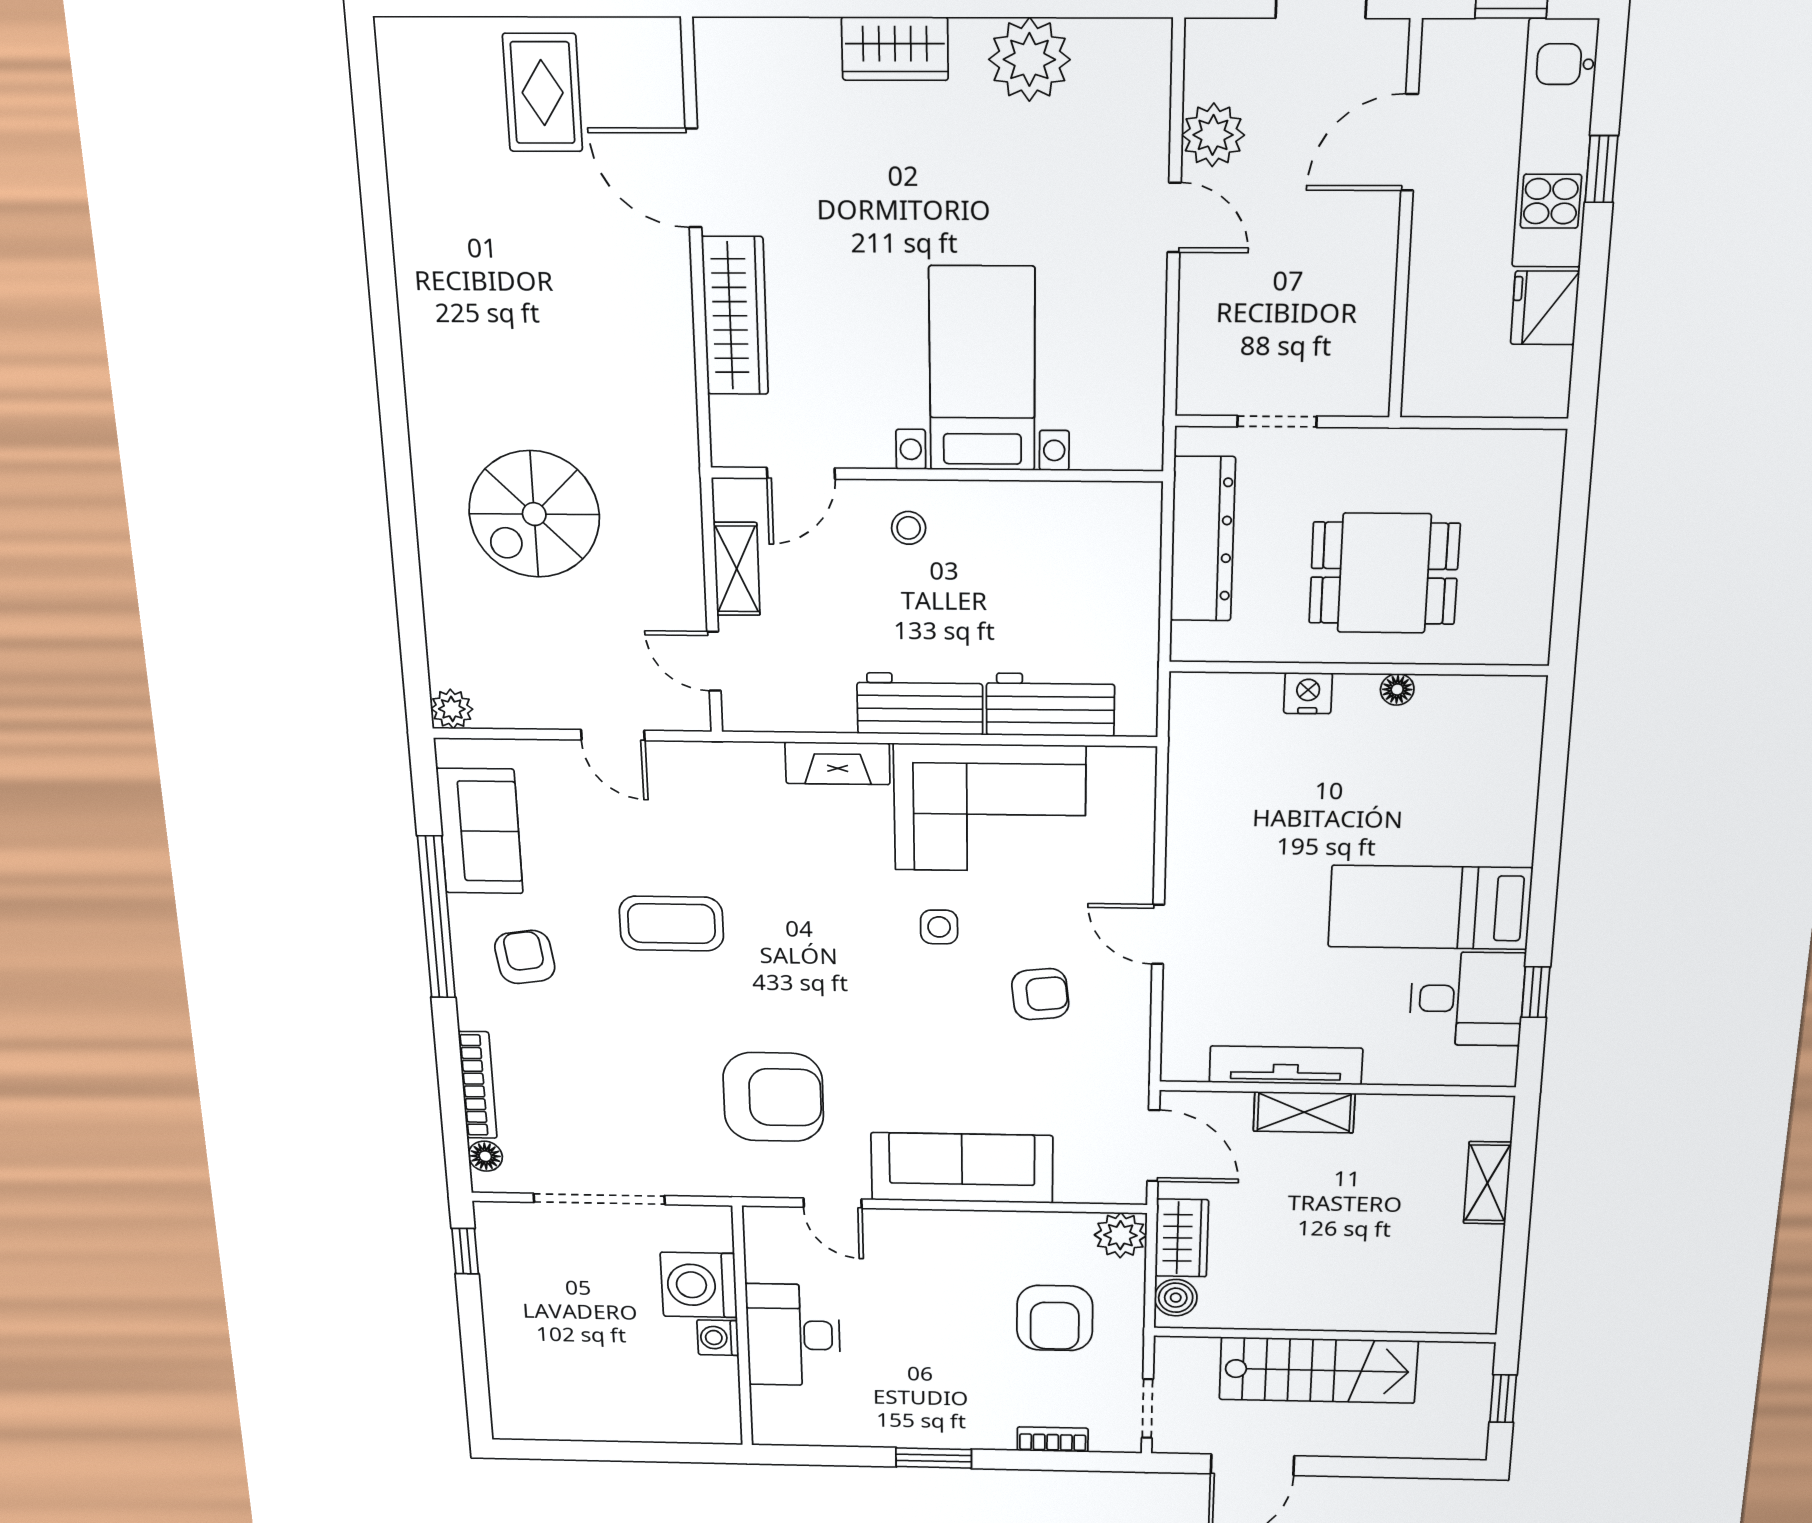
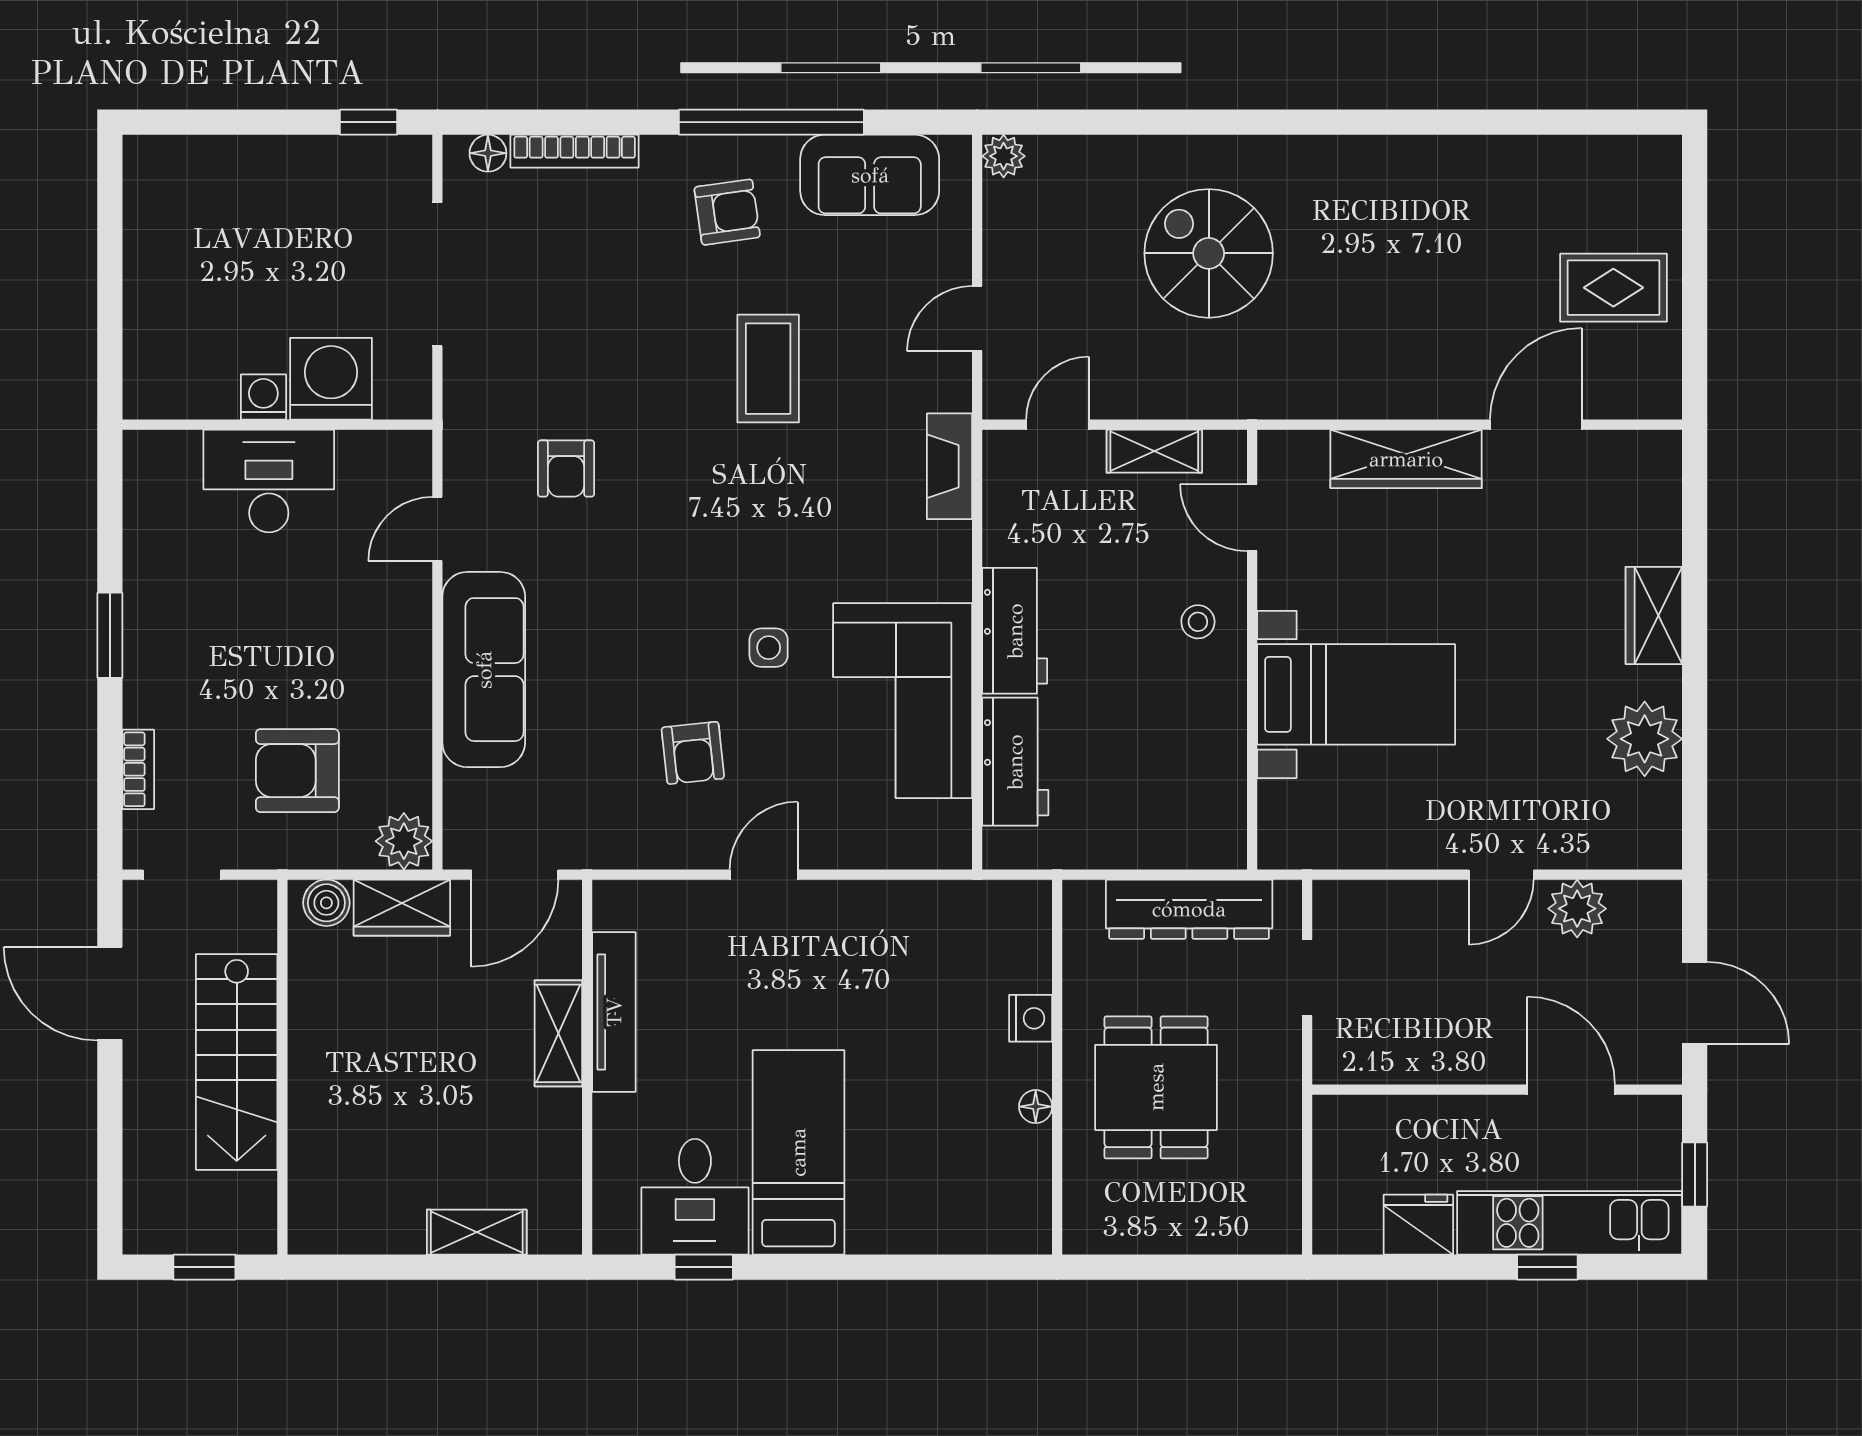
fireplace: (838, 763) -> (950, 466), moved
armchair: (773, 1097) -> (566, 468), width x0.53, depth x0.53

